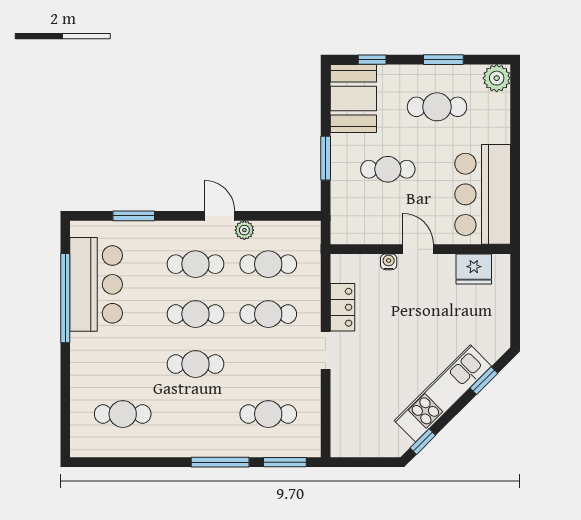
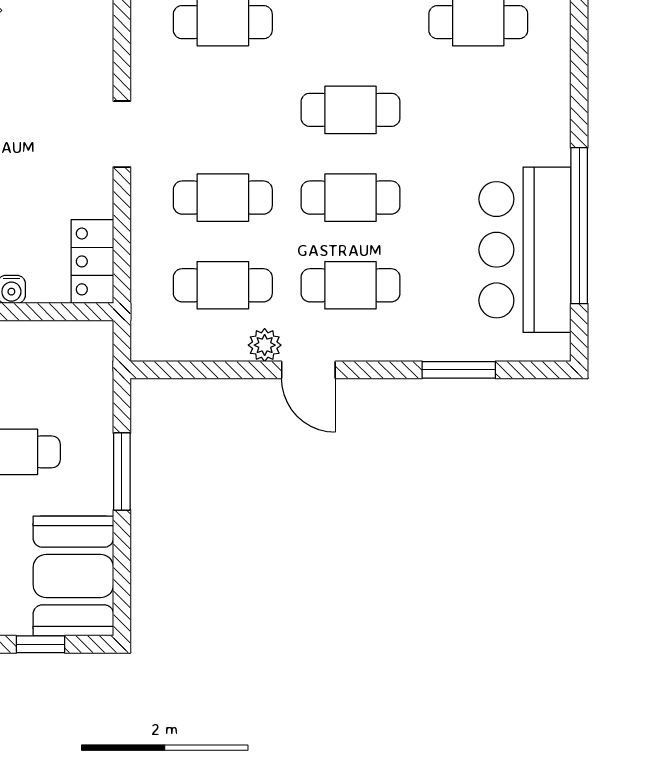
locker: (343, 307) -> (92, 261), moved

